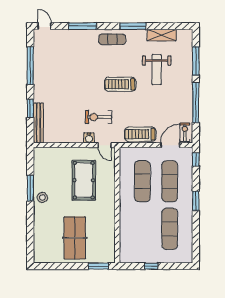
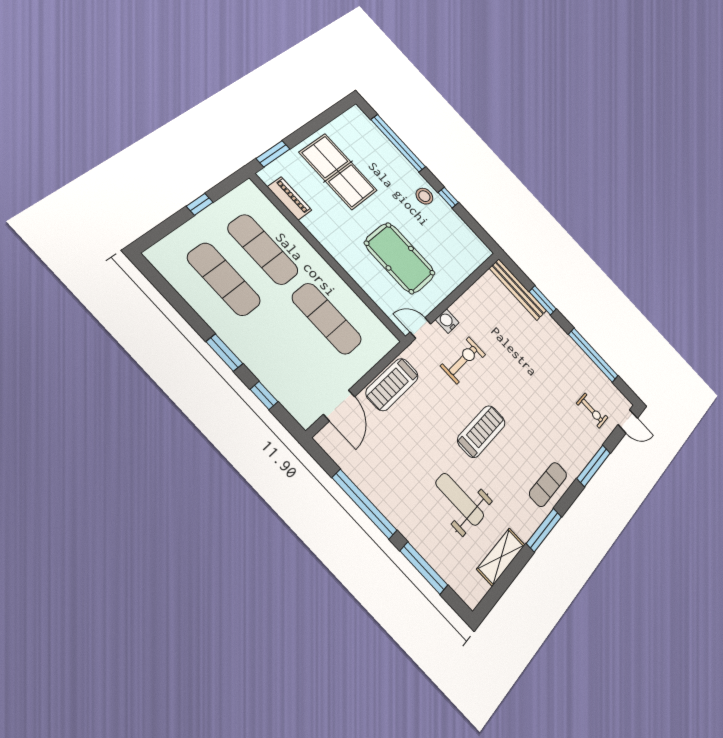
exercise bike: (185, 132) -> (592, 410), moved
treadmill: (140, 134) -> (392, 384), turned 180
window: (196, 160) -> (264, 395), moved
exercise mat: (170, 181) -> (263, 249), moved
window: (30, 188) -> (448, 198), width x0.46
window: (30, 230) -> (398, 143), added
piano: (110, 242) -> (290, 198), added

